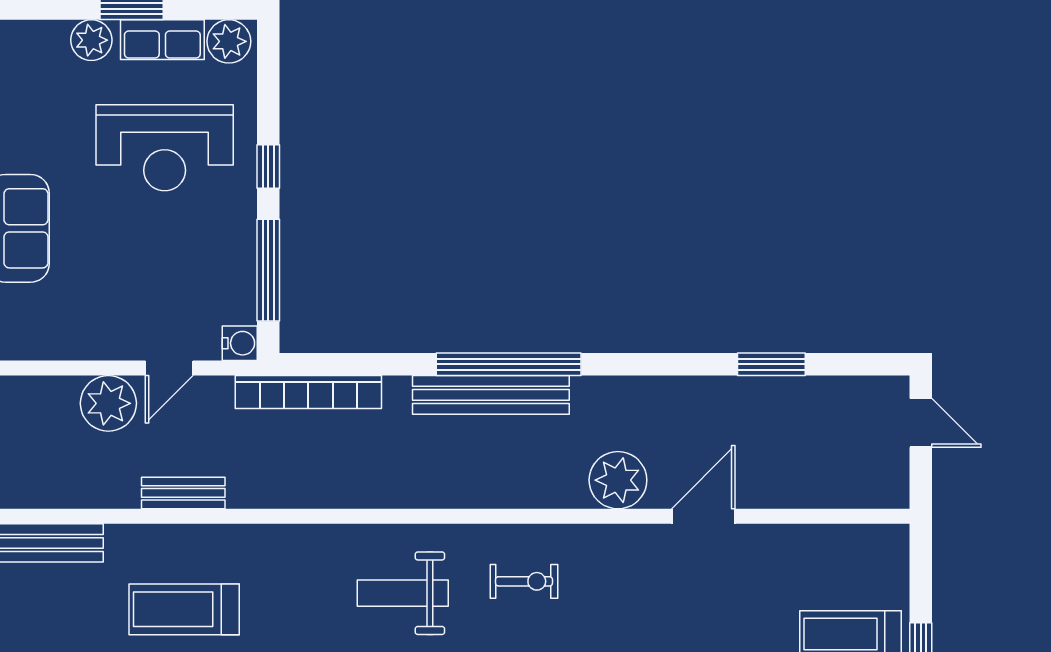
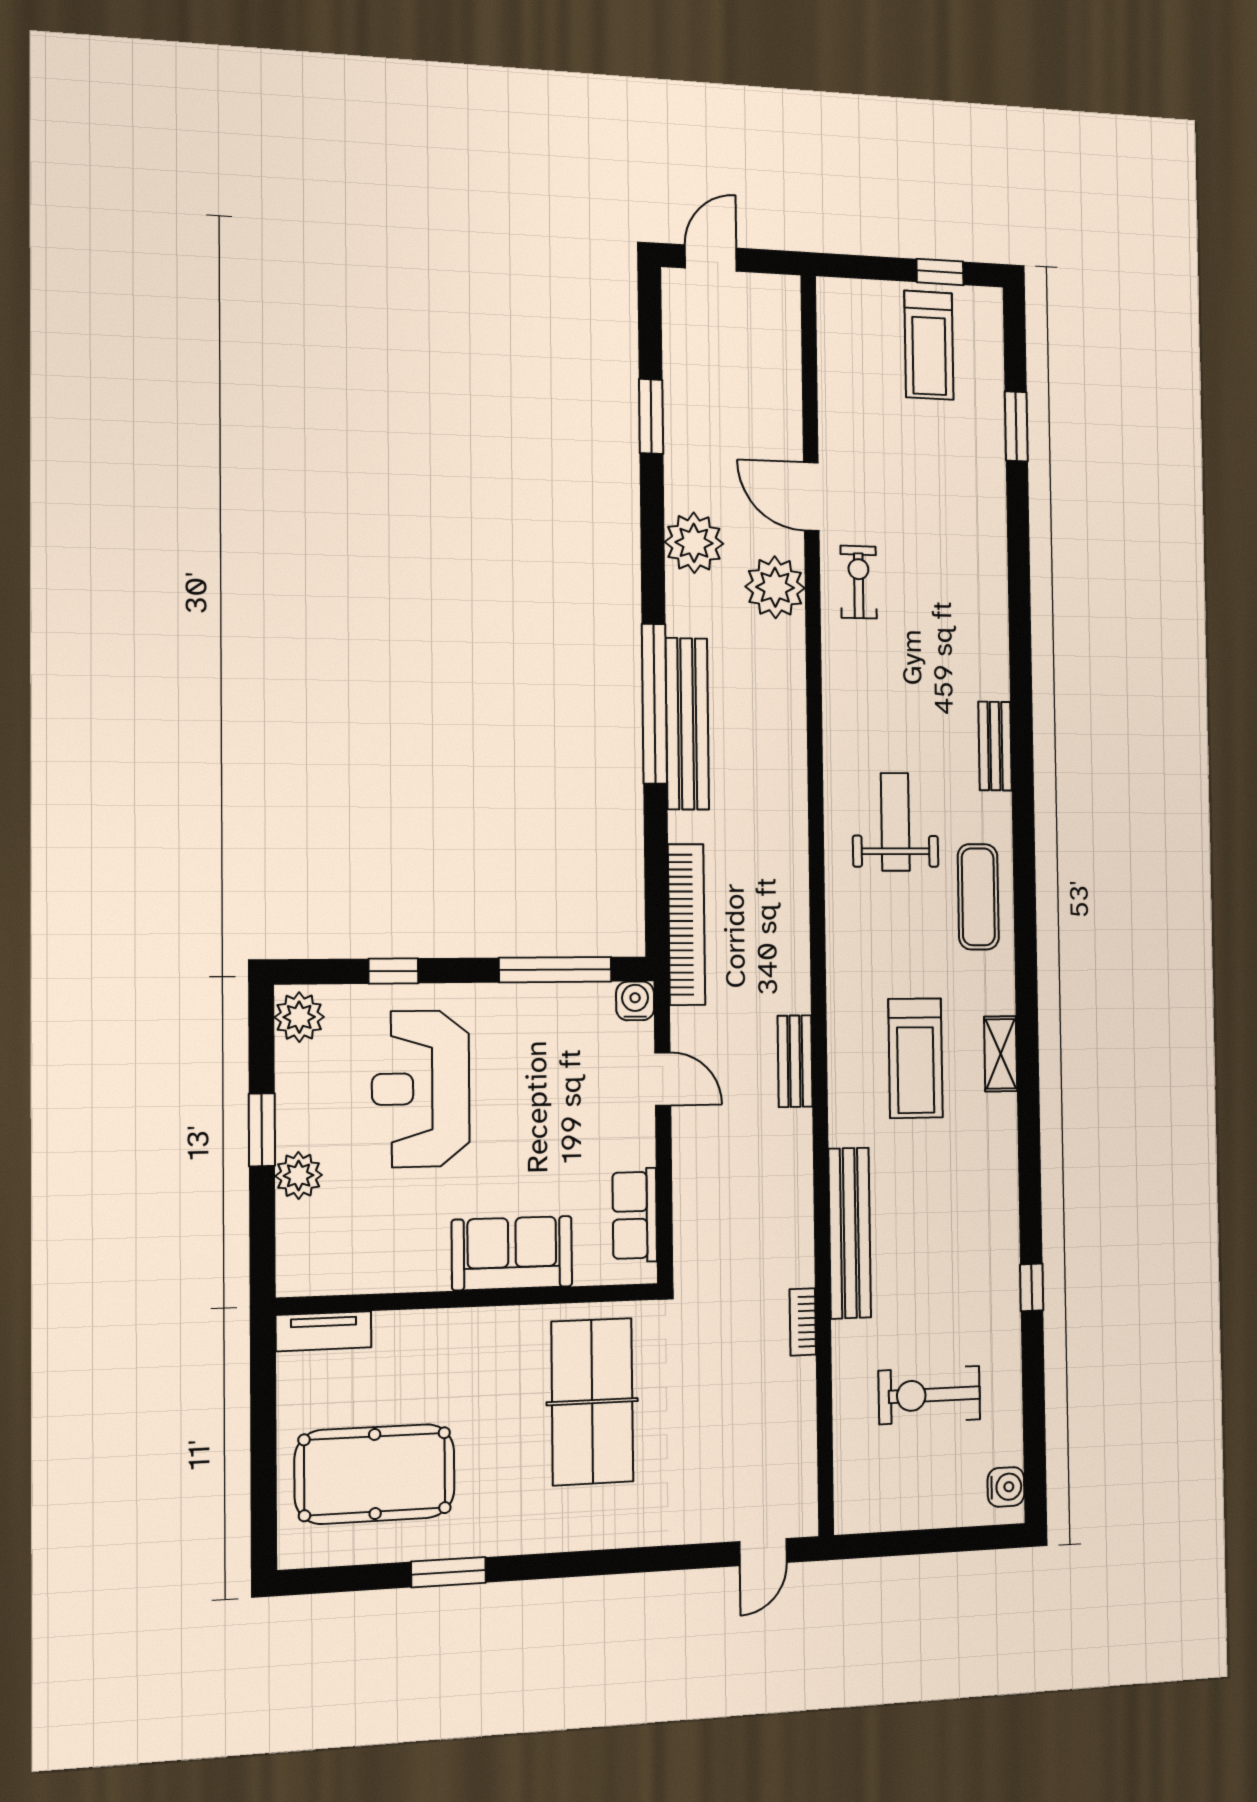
row of seats: (162, 40) -> (635, 1215), moved, turned 180
reception desk: (165, 148) -> (421, 1089), turned 180
window: (268, 166) -> (393, 971), moved
plant: (108, 403) -> (694, 543), moved
exercise bike: (524, 581) -> (859, 582), moved
weight bench: (403, 593) -> (895, 822), turned 180

